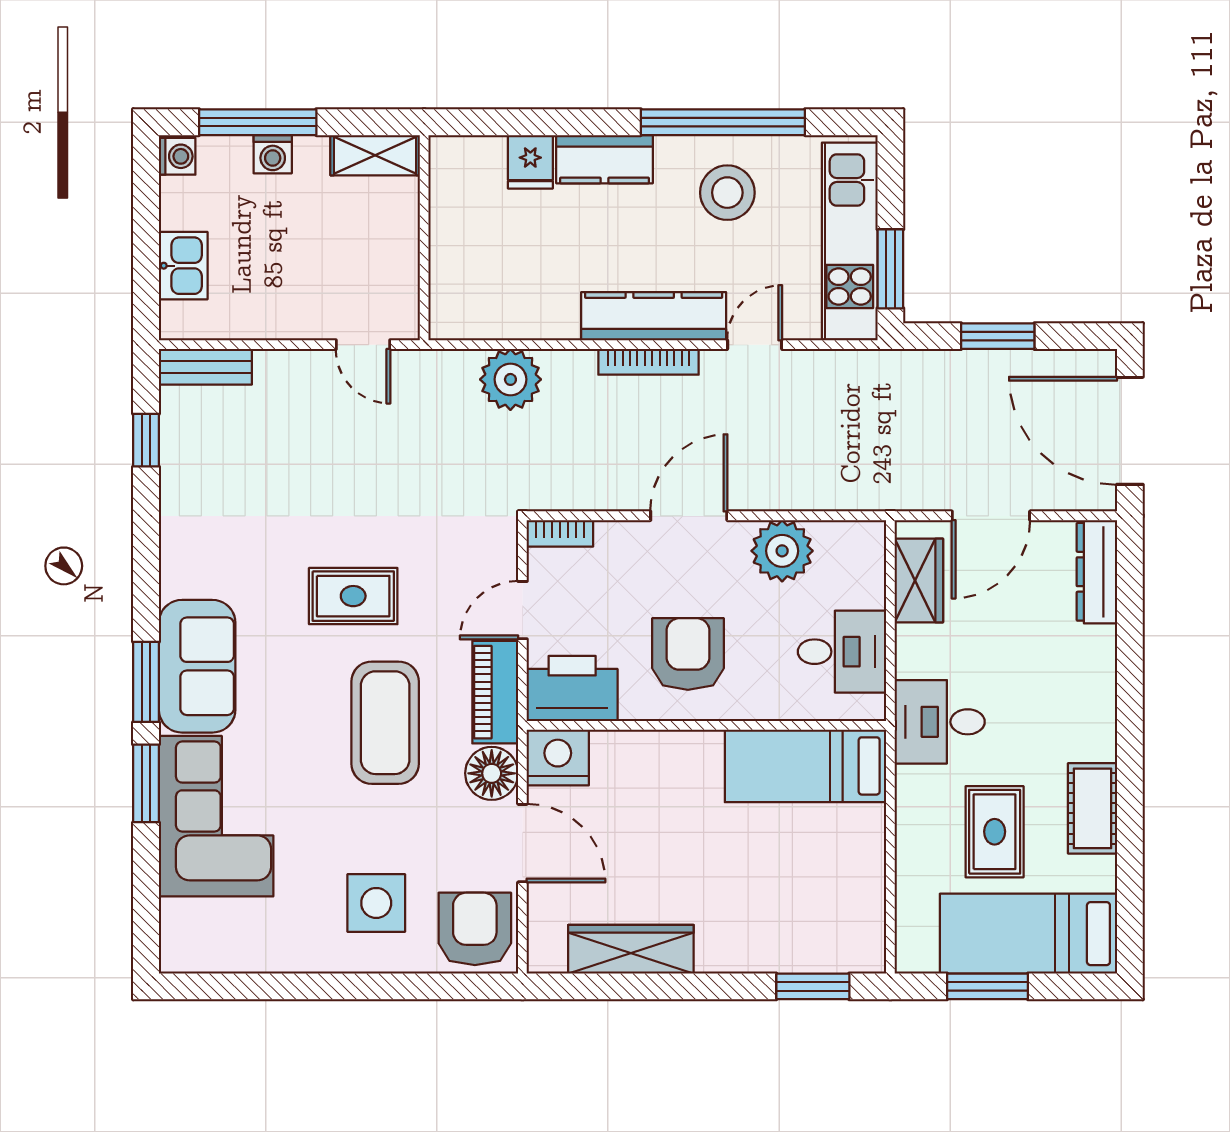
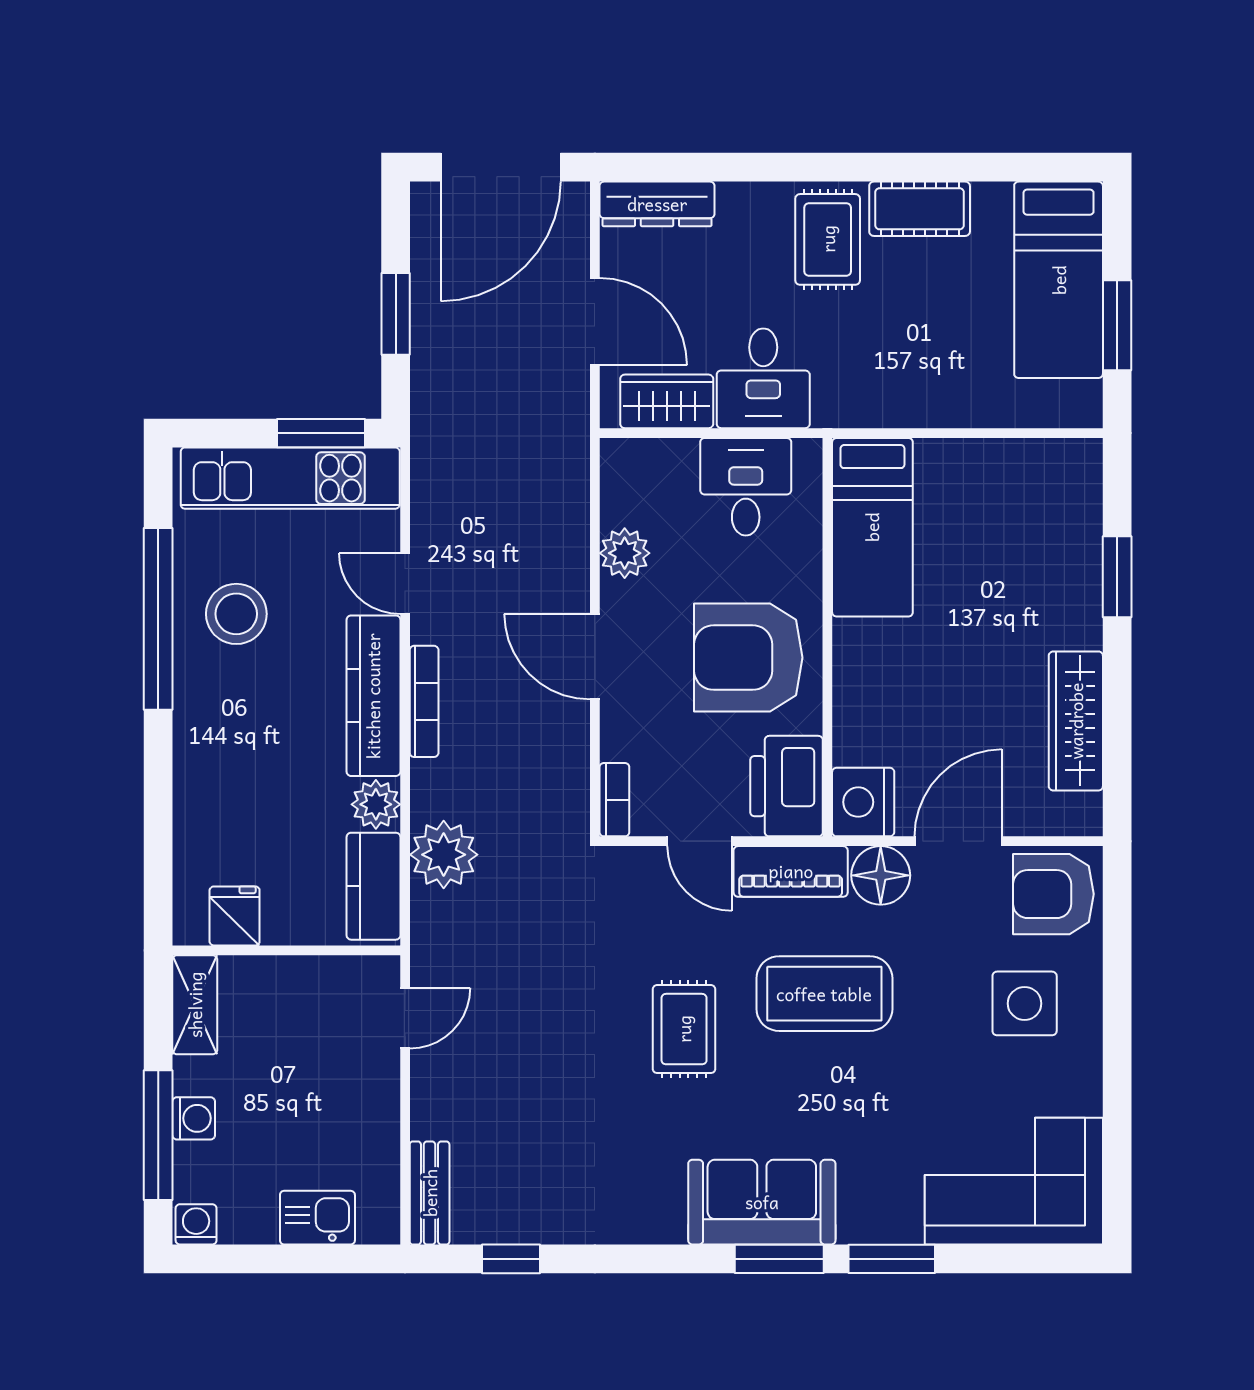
kitchen counter: (605, 159) -> (373, 886), moved, turned 180
fridge: (530, 162) -> (235, 916), moved, turned -90
plant: (556, 318) -> (376, 804), added
plant: (782, 551) -> (625, 553), width x0.73, depth x0.73
armchair: (688, 654) -> (748, 658), width x1.36, depth x1.36
desk: (940, 722) -> (763, 378), moved
corner sofa: (216, 816) -> (1014, 1181), moved
rug: (995, 832) -> (828, 239), moved, turned 90
window: (813, 986) -> (1117, 577), moved

